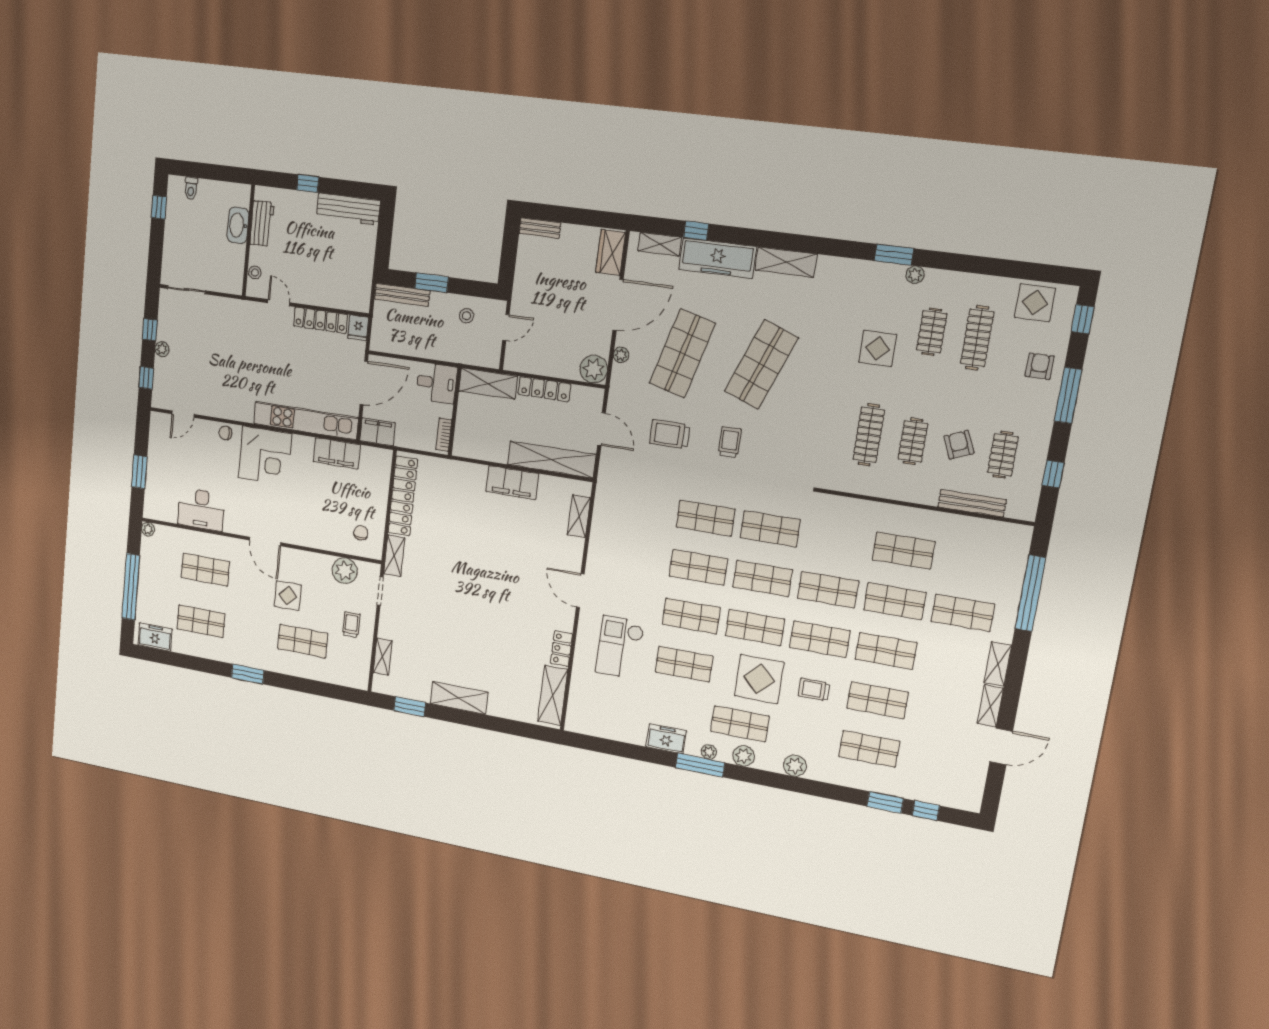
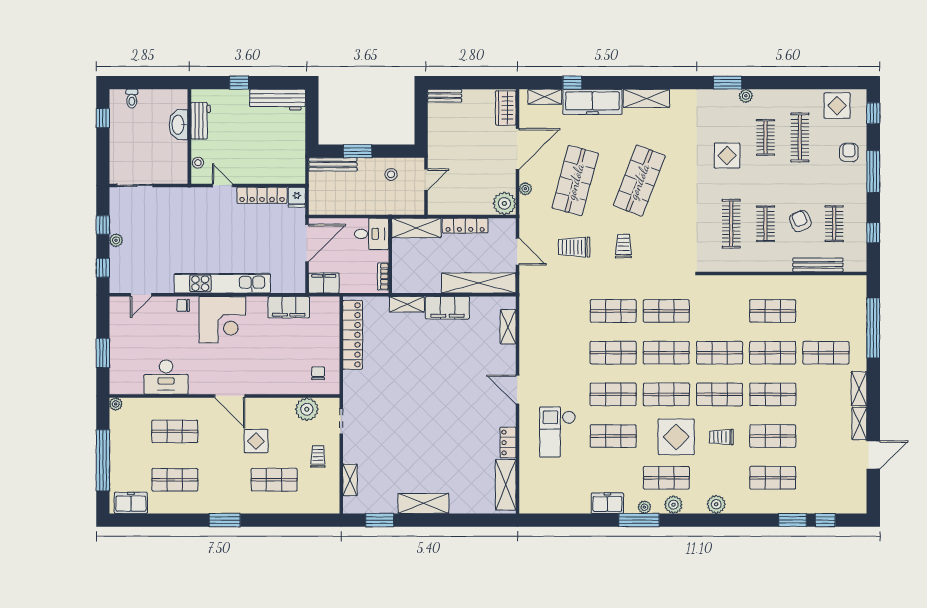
kitchen unit: (306, 421) -> (222, 283), moved
shelving: (394, 556) -> (407, 304), moved, turned 90

